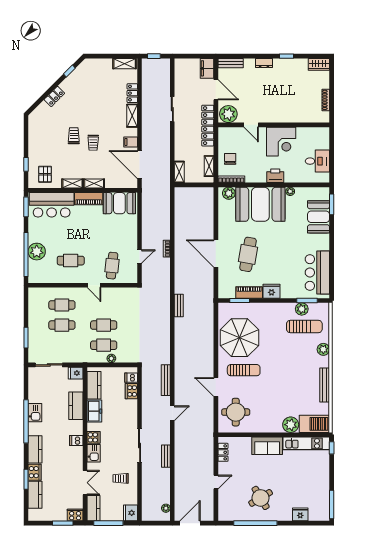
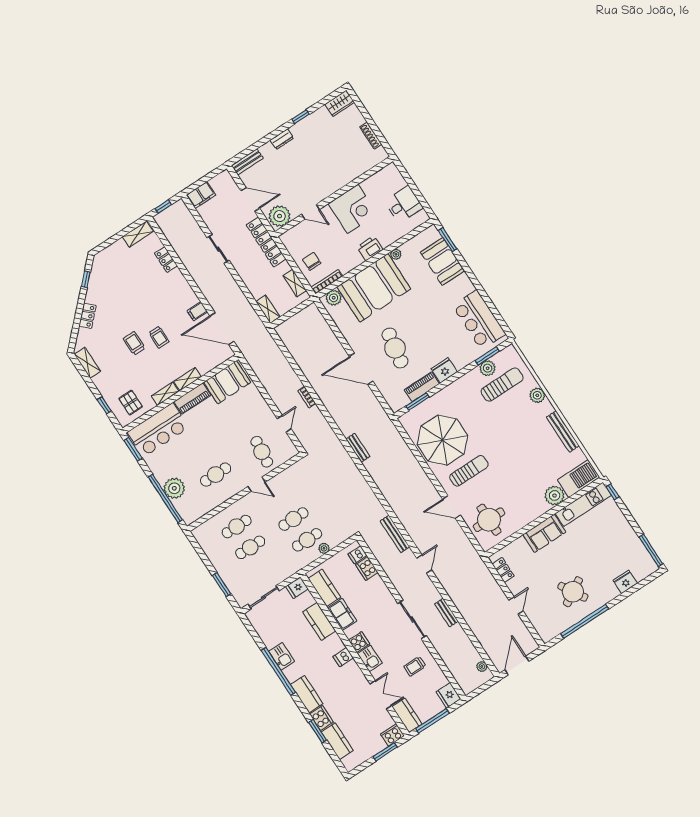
filing cabinet: (207, 68) -> (201, 195), moved, turned -90
shelving: (132, 116) -> (87, 363), moved

